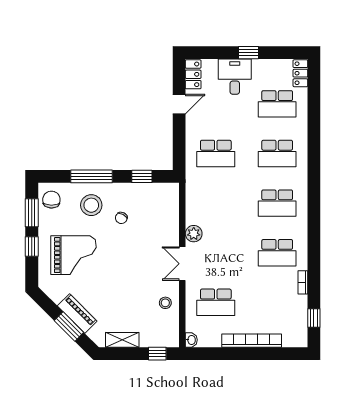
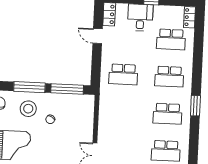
door: (179, 104) -> (98, 36), swing flipped
window: (142, 176) -> (67, 89), width x2.17
window: (314, 191) -> (195, 106), added
plant: (194, 234) -> (104, 134), removed

